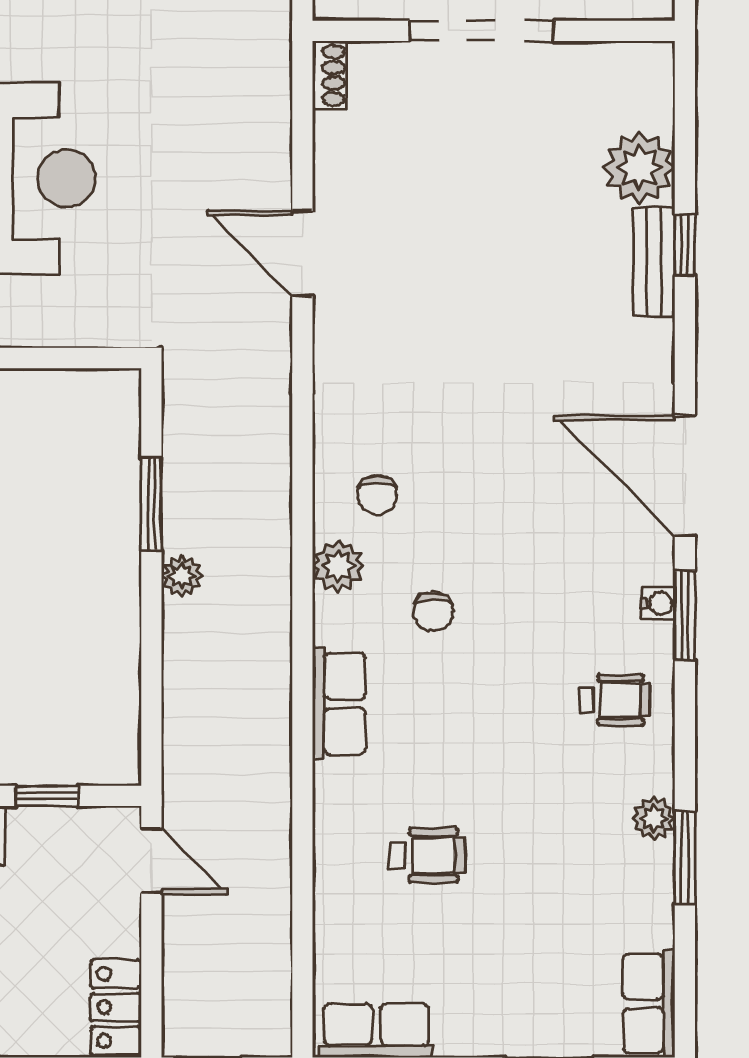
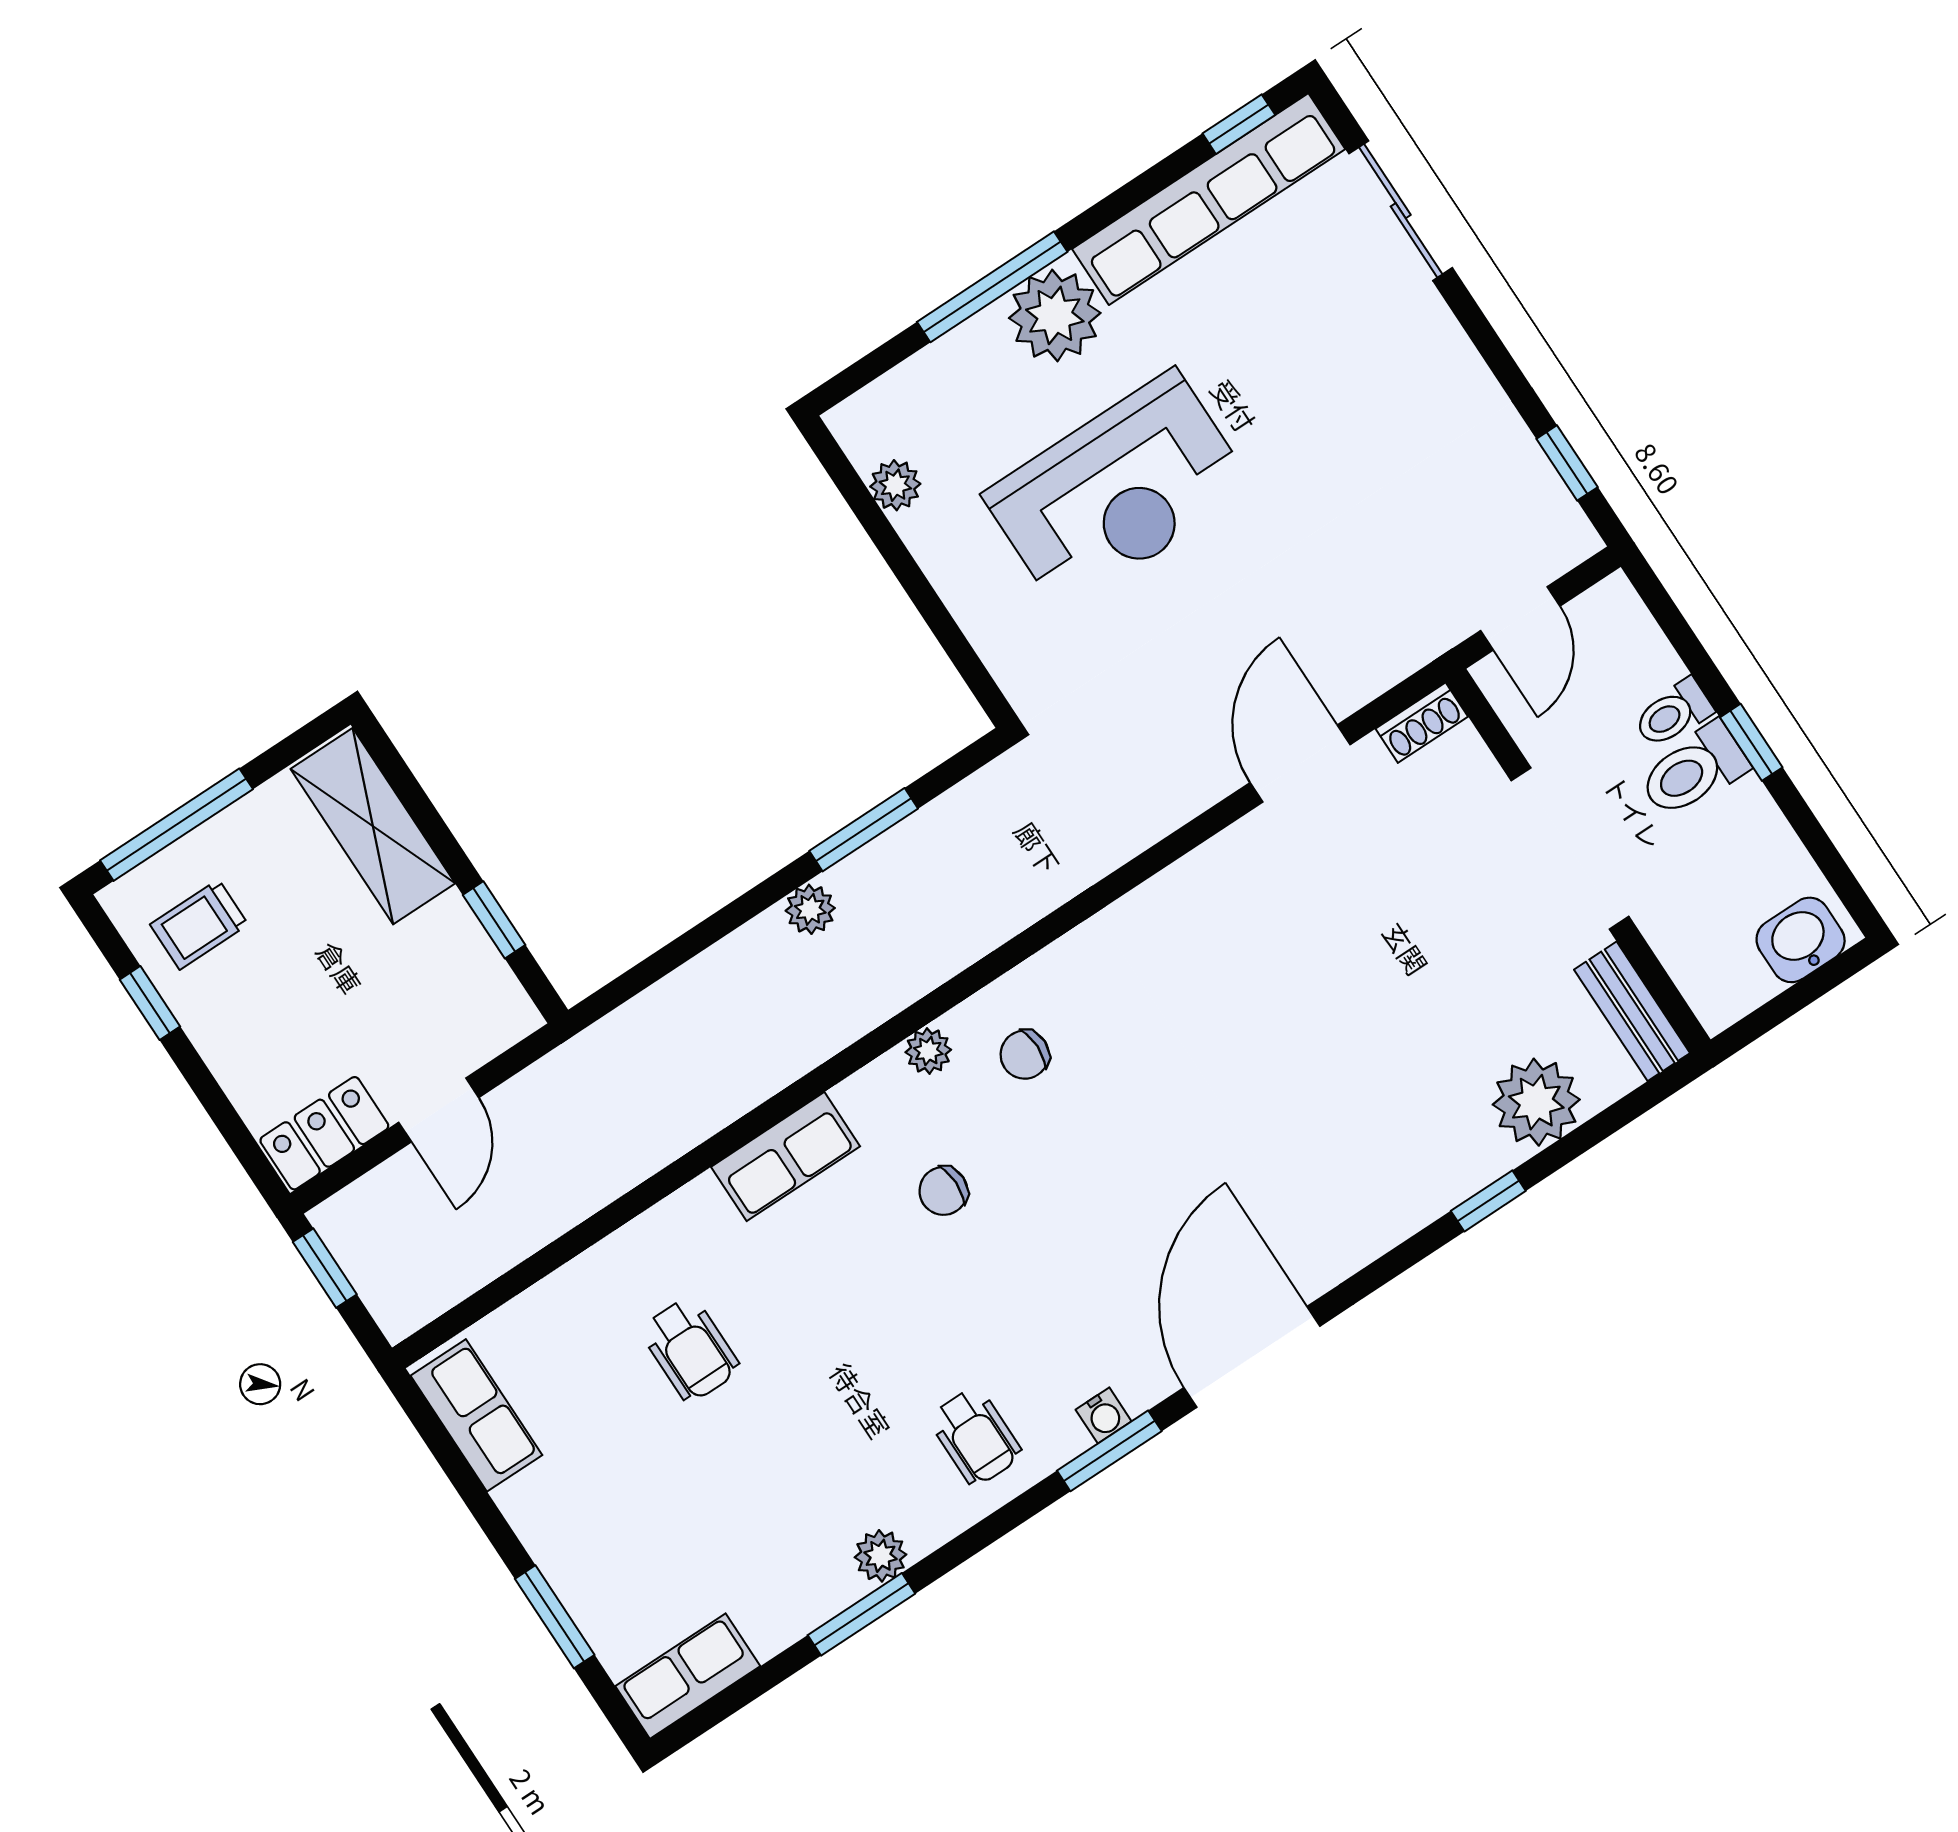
door: (302, 254) -> (1300, 764), moved
bench: (654, 262) -> (1632, 1011), moved, turned 90
plant: (338, 566) -> (928, 1051), width x0.73, depth x0.73
door: (151, 861) -> (439, 1110), moved

